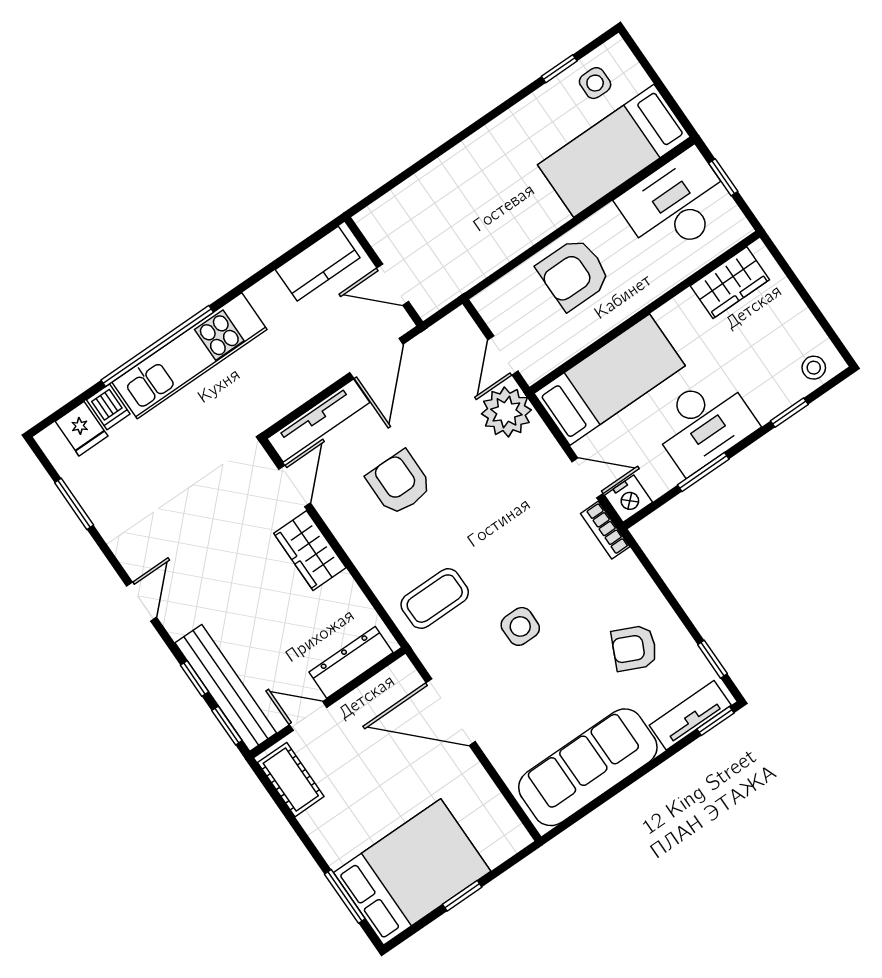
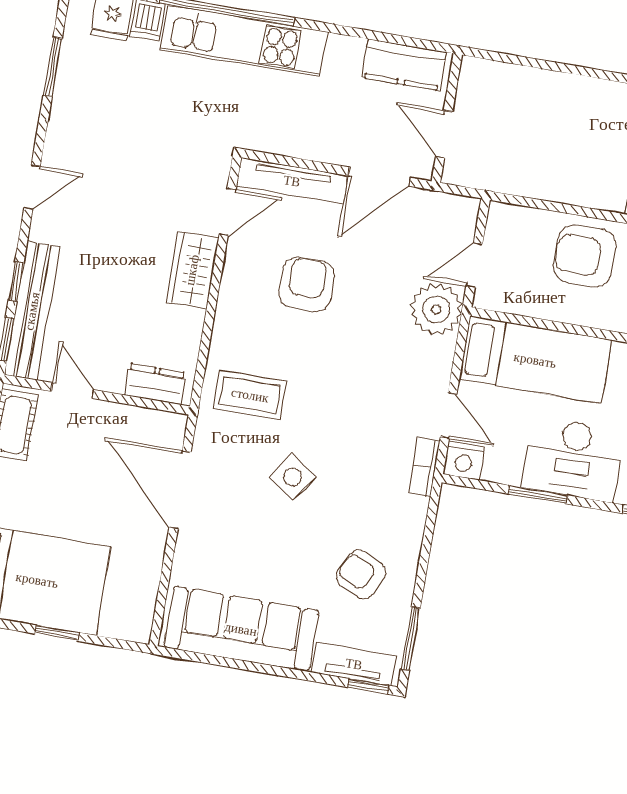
side table: (520, 626) -> (293, 477), turned 35
window: (712, 659) -> (410, 639), width x1.50
dresser: (351, 662) -> (155, 384), width x0.70

